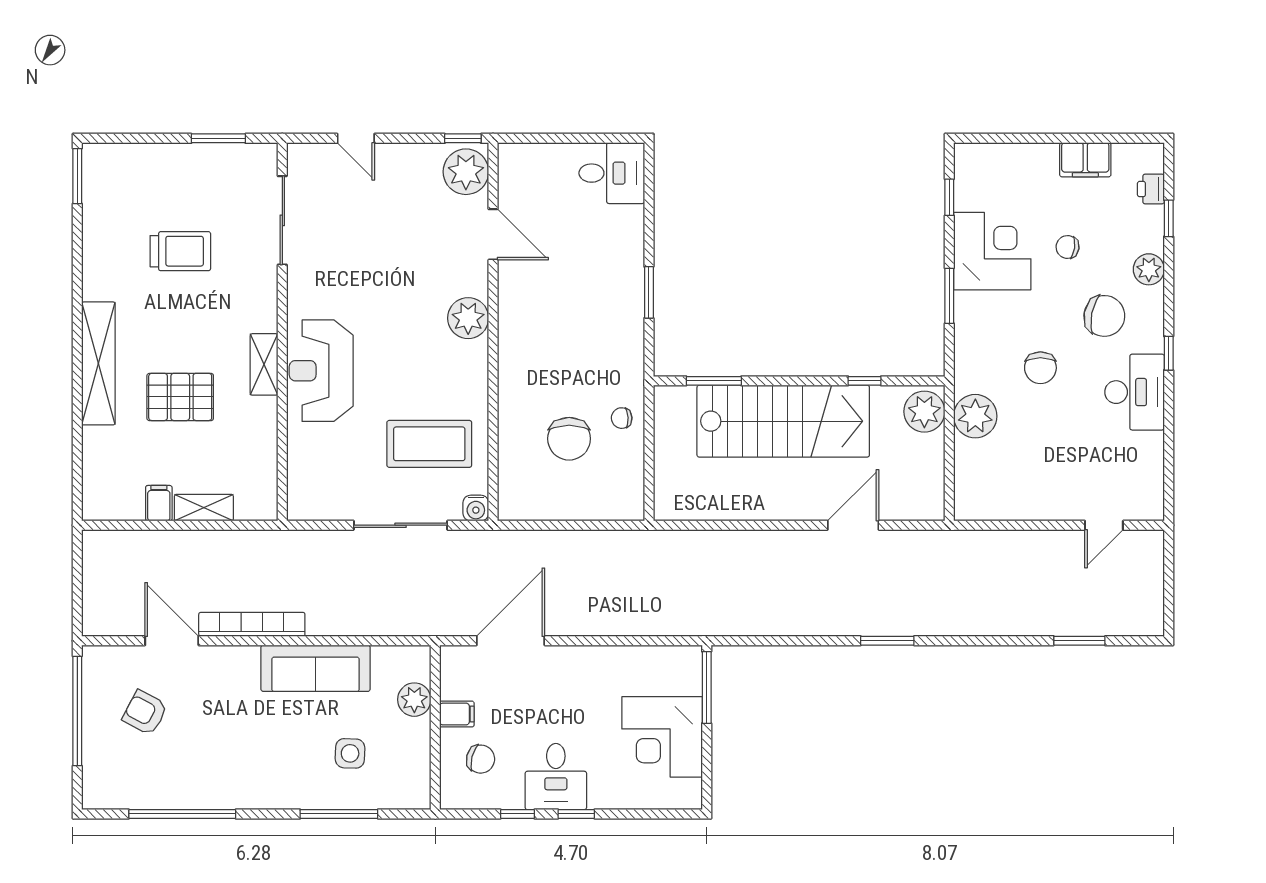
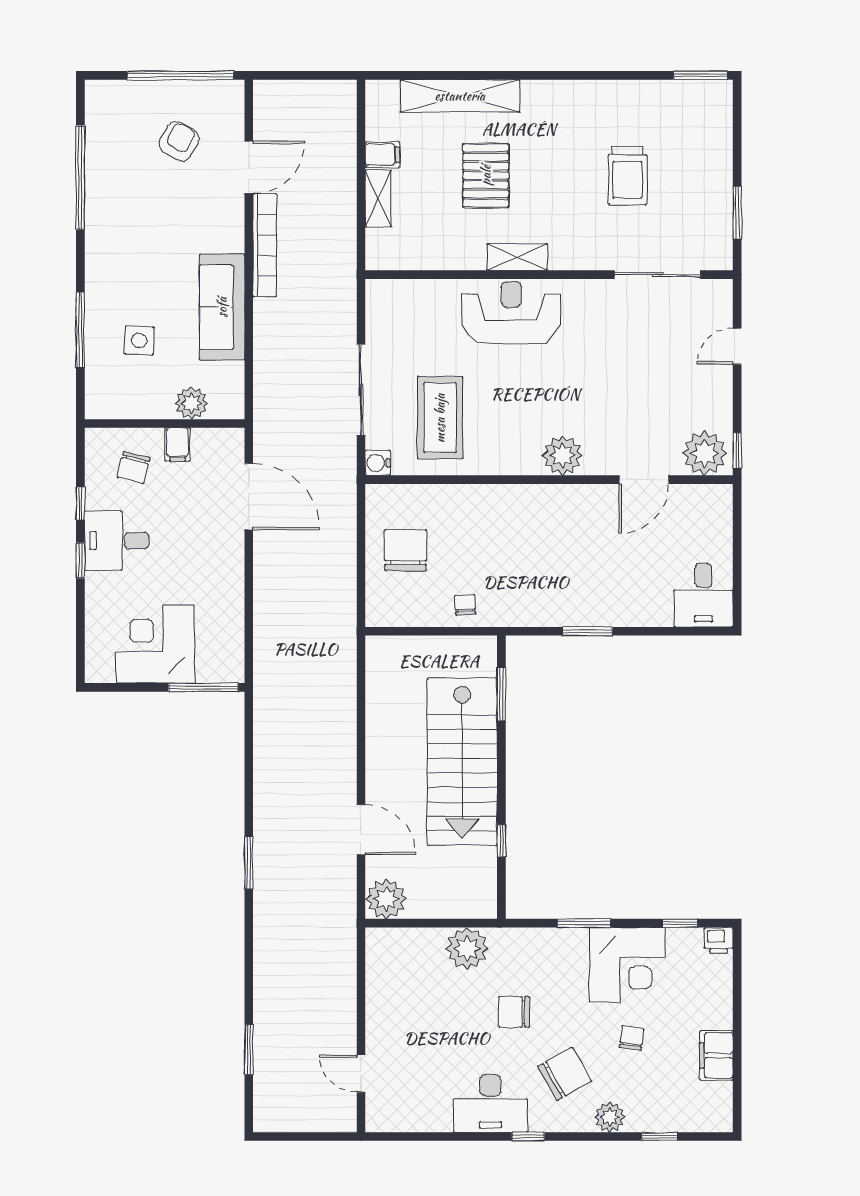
printer: (1151, 189) -> (719, 940), moved, turned 180
chair: (1104, 316) -> (565, 1074), turned -131
shelving: (98, 363) -> (460, 96), moved
plant: (924, 412) -> (386, 899), moved
chair: (569, 439) -> (405, 550), moved, turned 90

